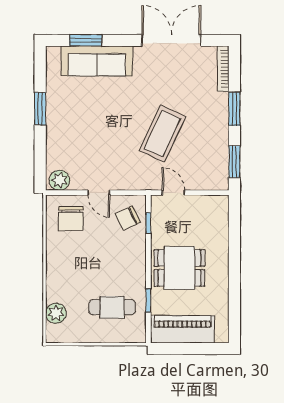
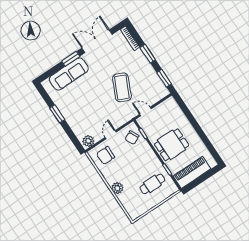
window: (86, 40) -> (71, 59), moved
door: (99, 193) -> (111, 135), swing flipped
chair: (71, 219) -> (106, 155), turned 90
plant: (56, 313) -> (117, 188), moved

